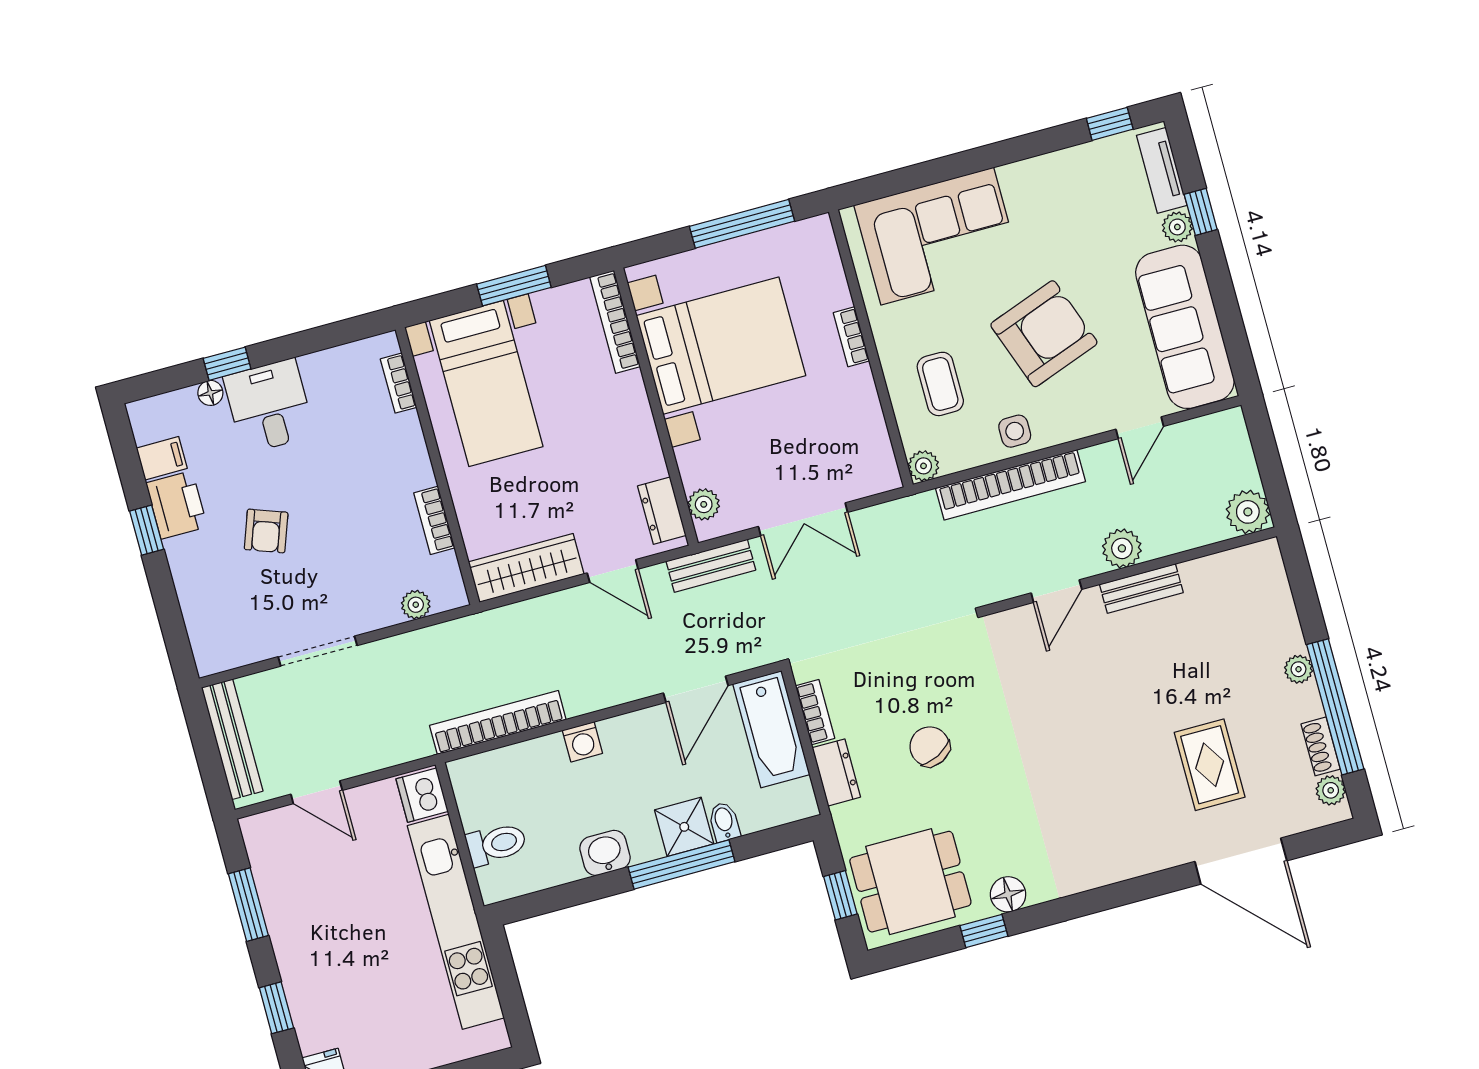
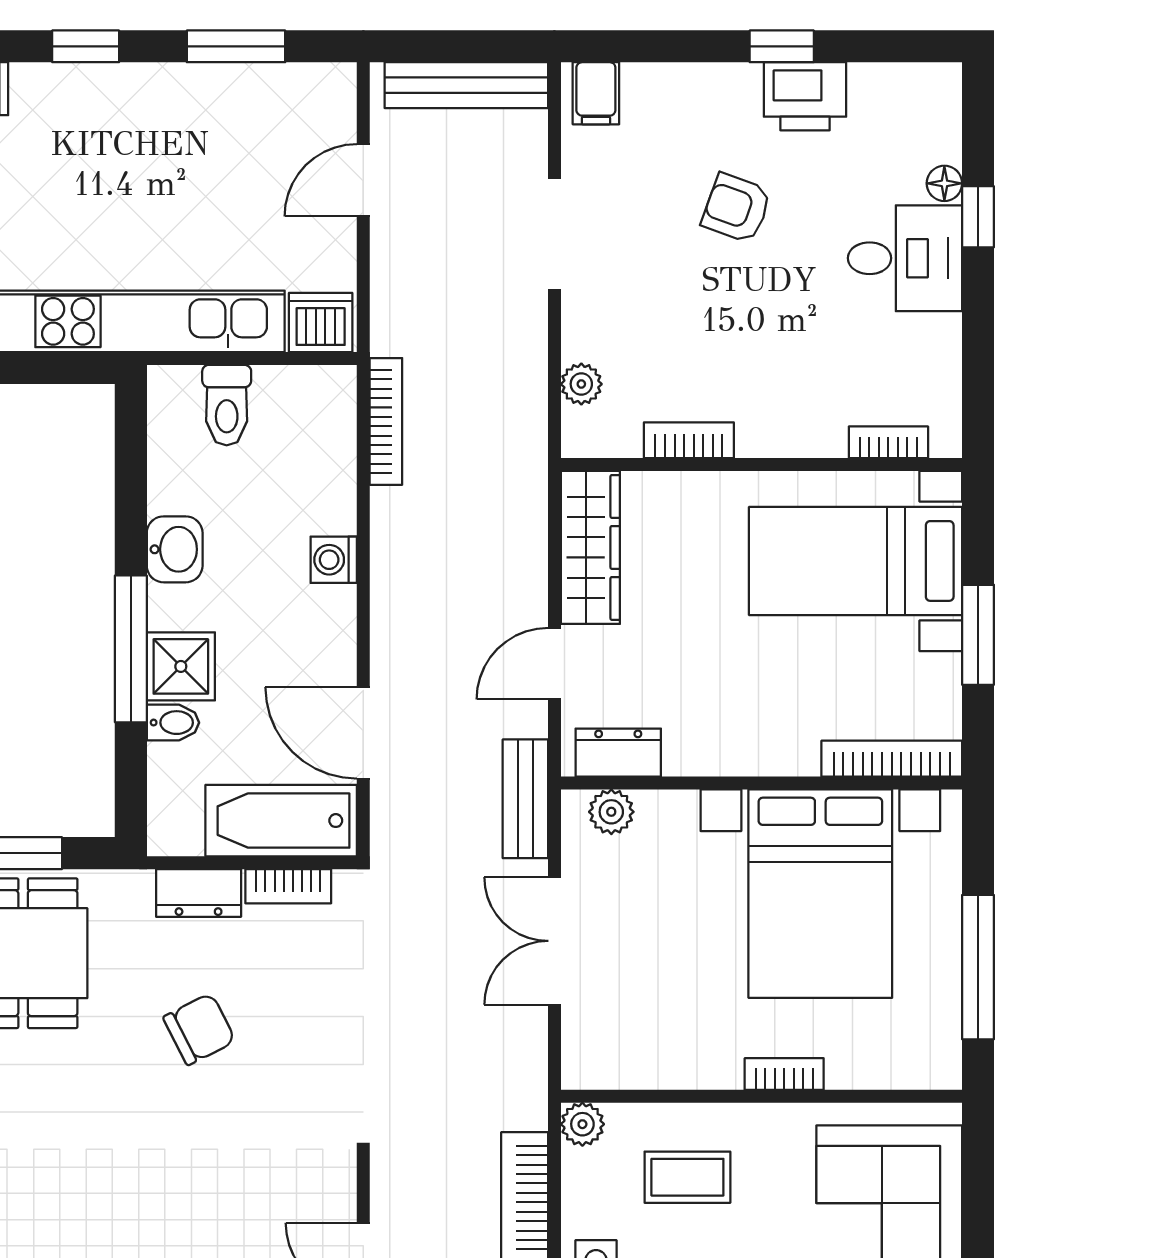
filing cabinet: (162, 458) -> (596, 93), moved
bookcase: (498, 723) -> (386, 421), width x0.68, depth x0.76

